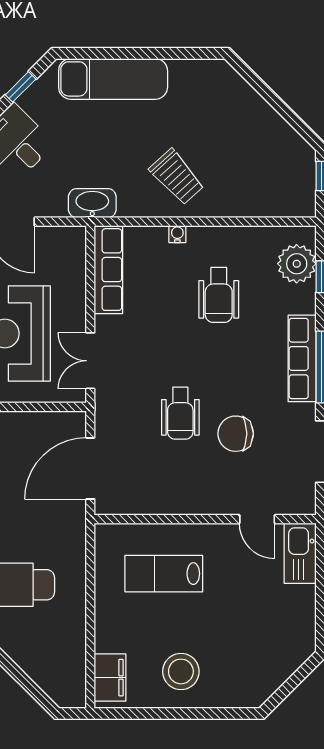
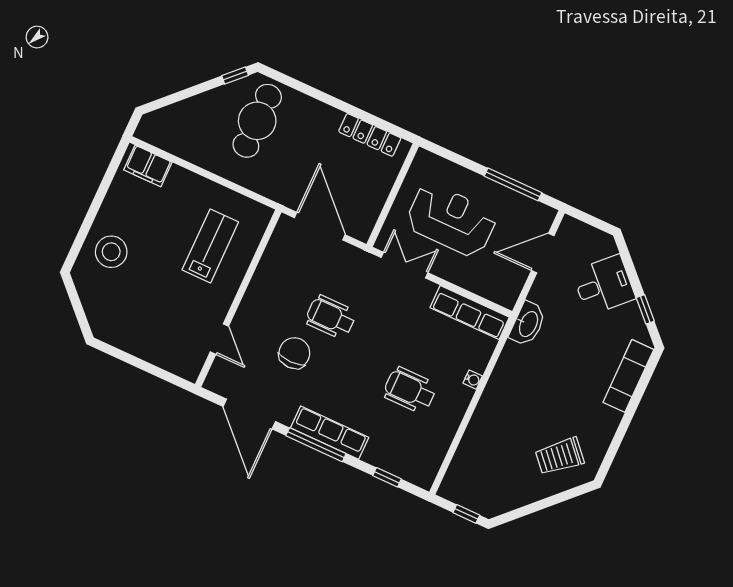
exam couch: (113, 79) -> (628, 376), width x0.73, depth x0.69
trolley: (177, 177) -> (560, 456), moved
plant: (297, 264) -> (406, 463), removed
door: (257, 519) -> (219, 339), swing flipped
kitchen sink: (300, 553) -> (177, 361), removed
stool: (181, 671) -> (111, 252), moved

